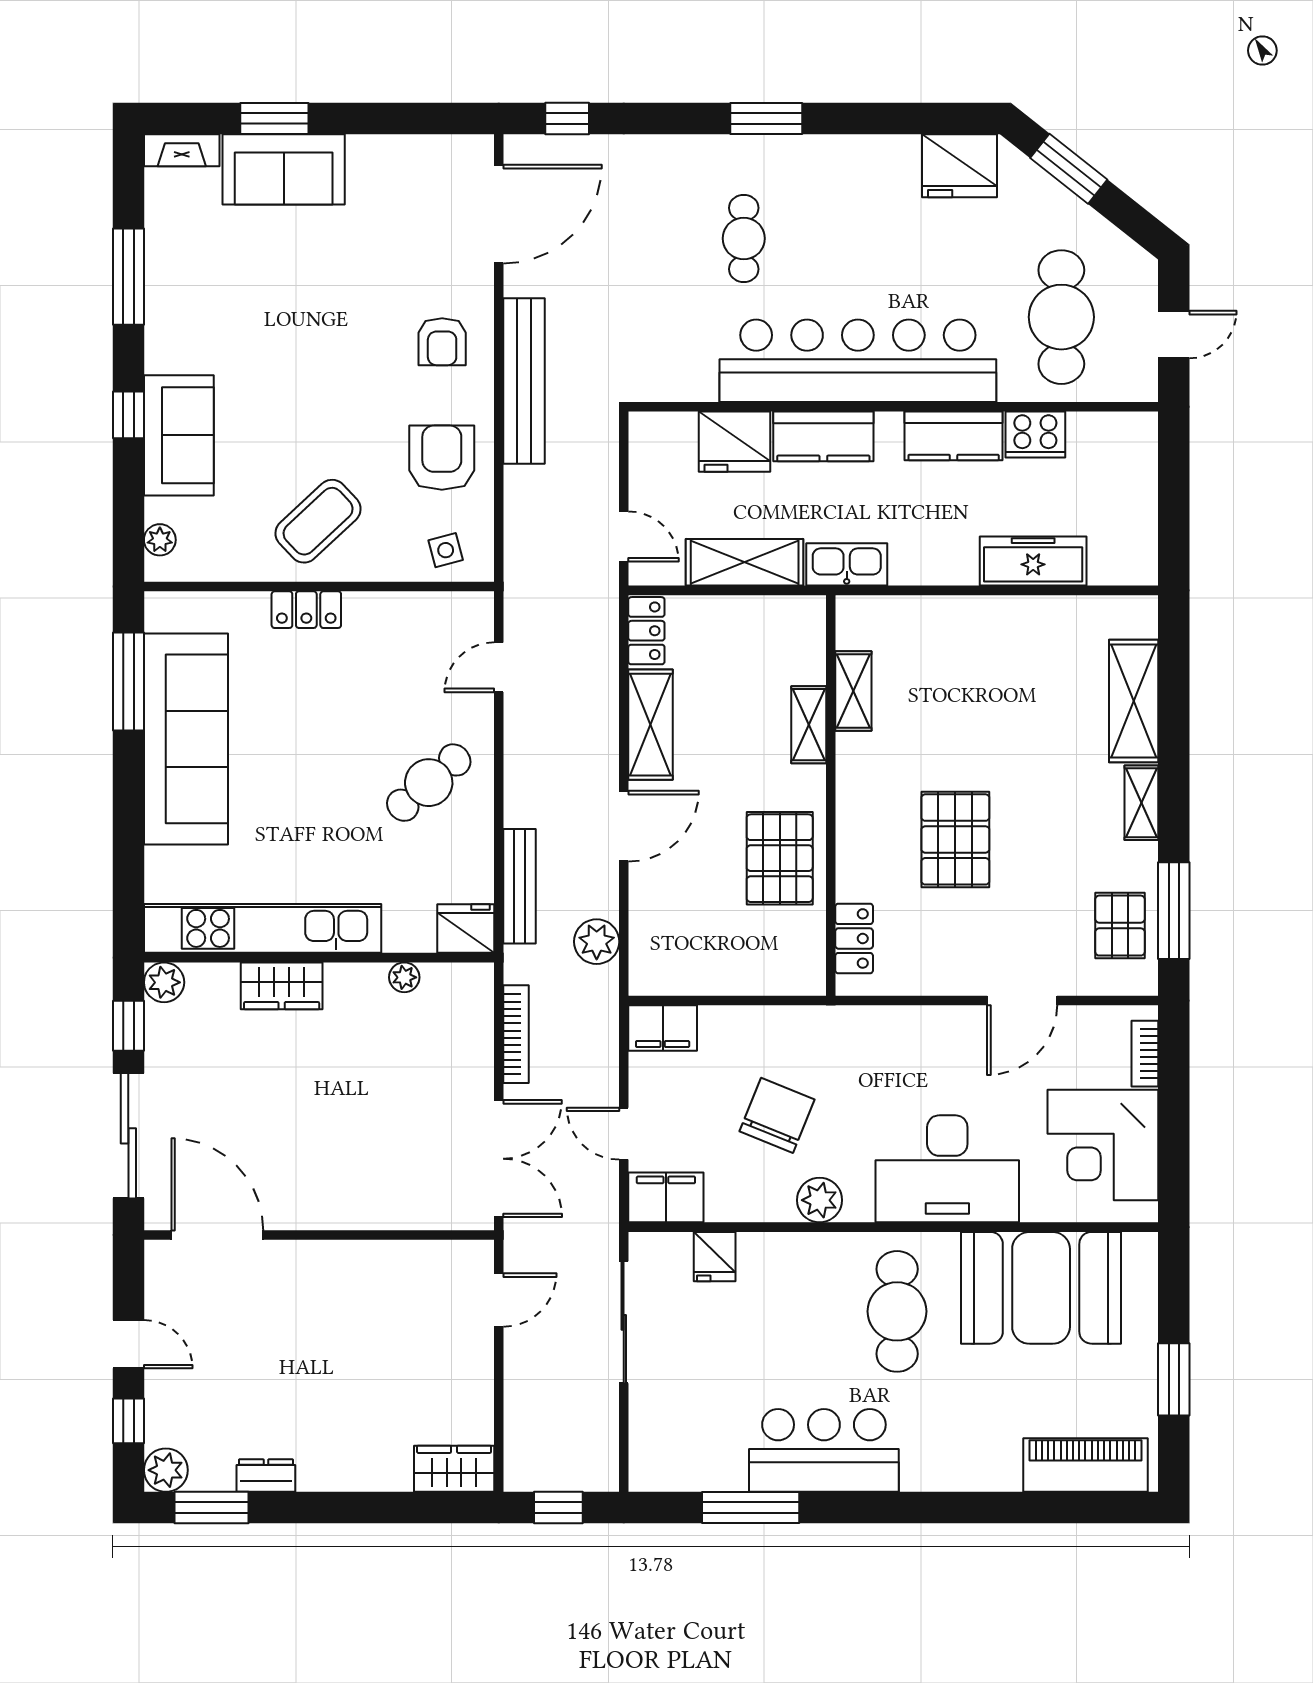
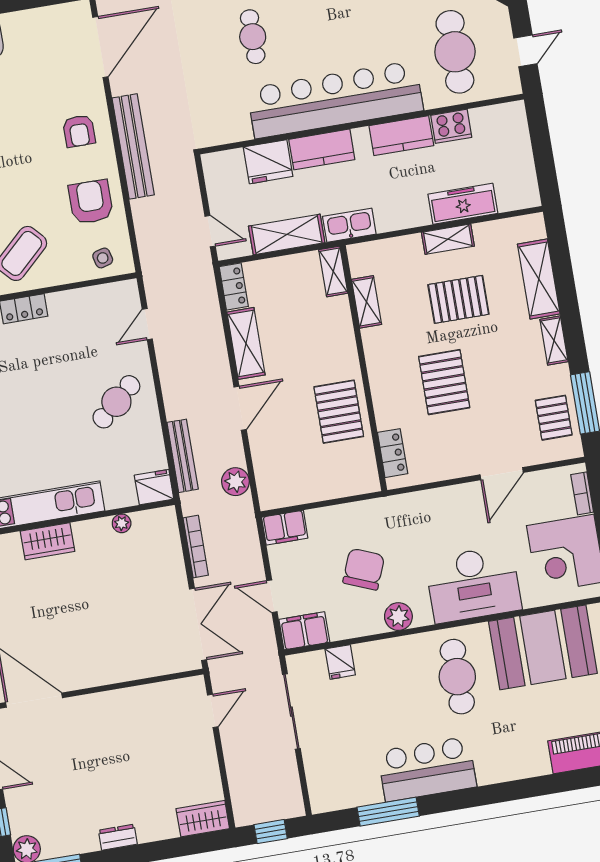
shelving: (1000, 613) -> (448, 239), added
pallet: (1000, 712) -> (458, 299), added
shelving: (809, 725) -> (333, 271), moved
dresser: (266, 1476) -> (118, 837), moved

